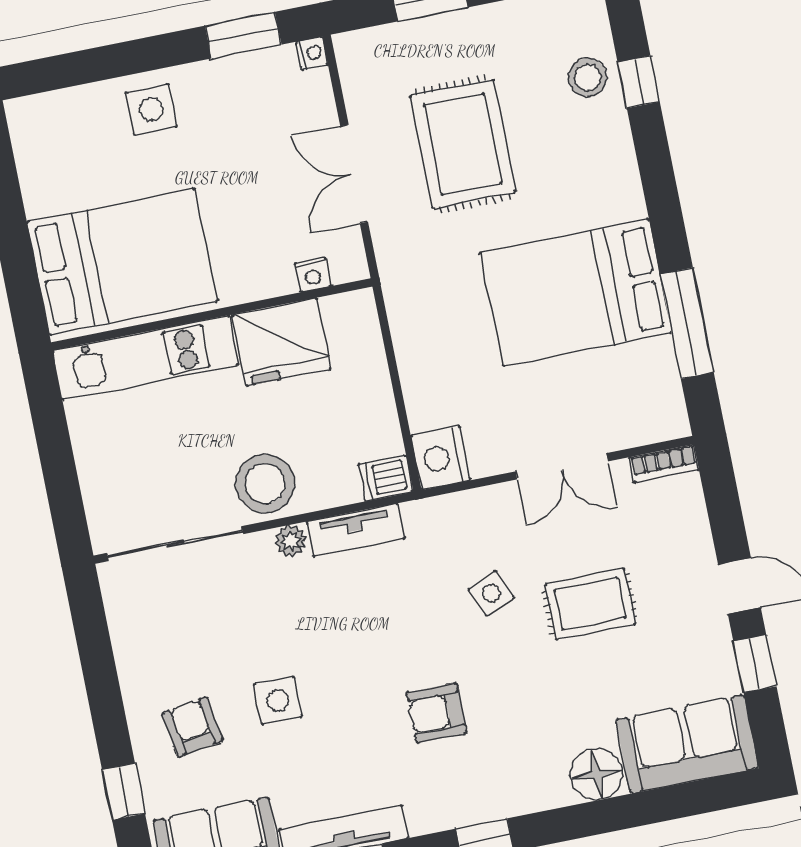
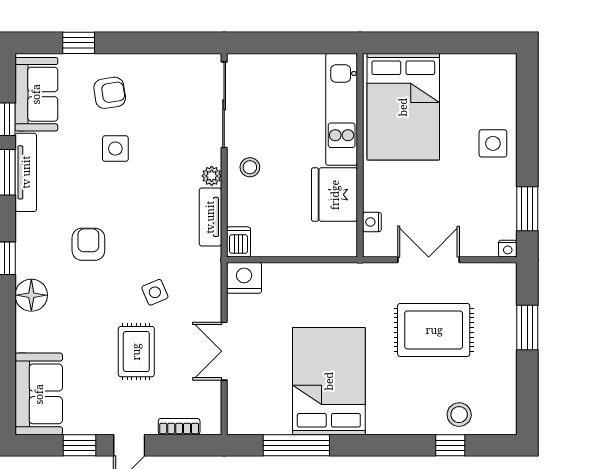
bookcase: (664, 464) -> (179, 427), moved, turned 90
stool: (265, 484) -> (250, 167), width x0.53, depth x0.53
floor lamp: (597, 774) -> (31, 295), moved

